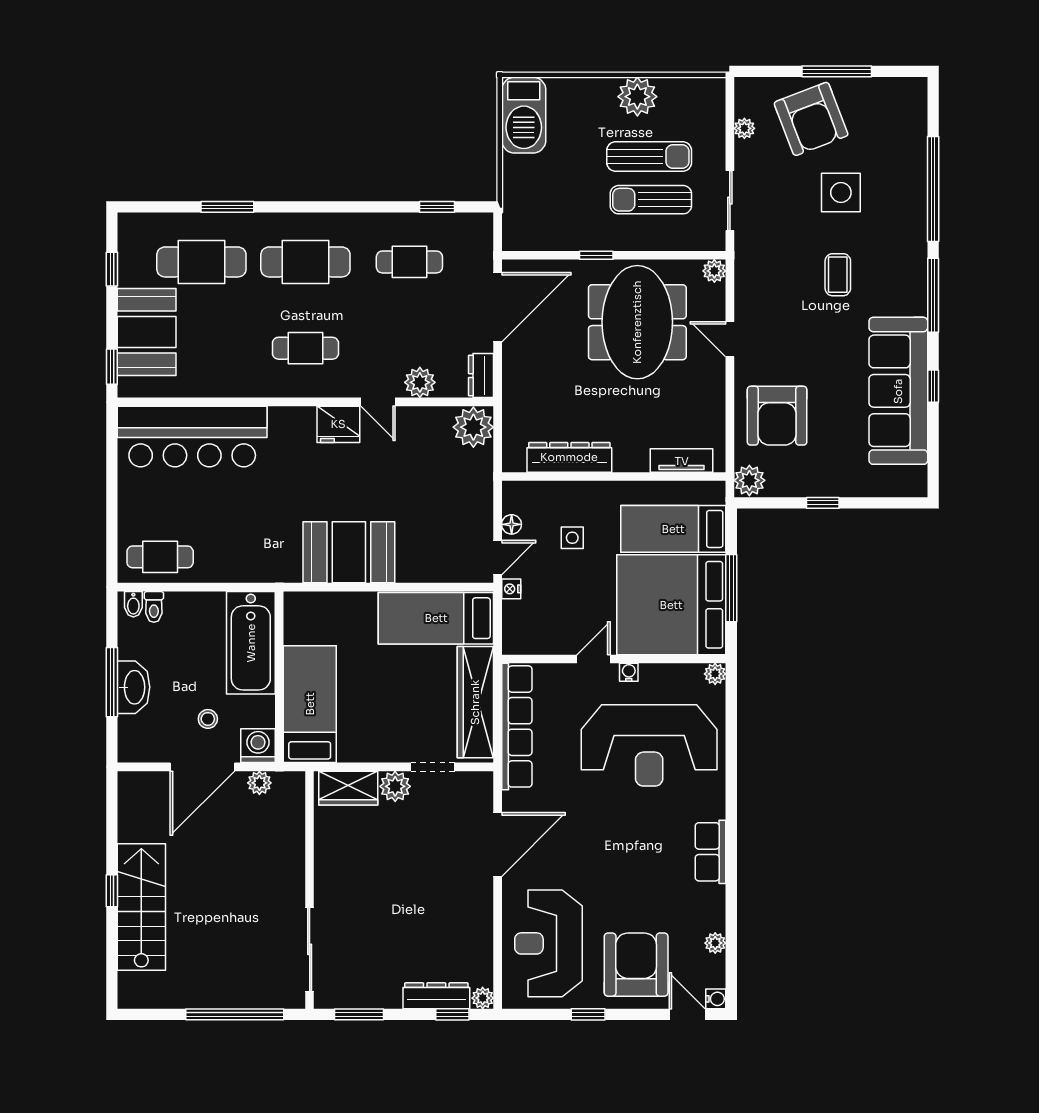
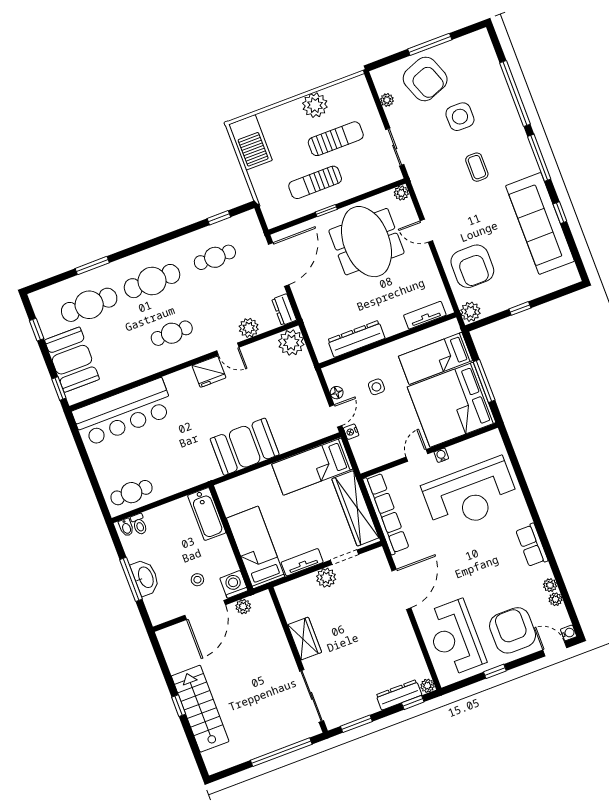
sun lounger: (651, 200) -> (315, 182), moved
bathtub: (251, 643) -> (207, 514), width x0.73, depth x0.73
plant: (715, 674) -> (550, 585), moved
tv unit: (369, 751) -> (302, 562), added
wardrobe: (348, 788) -> (305, 639), moved, turned -90

